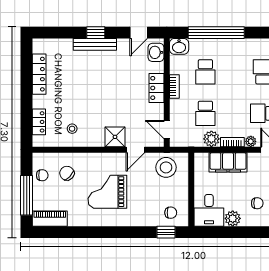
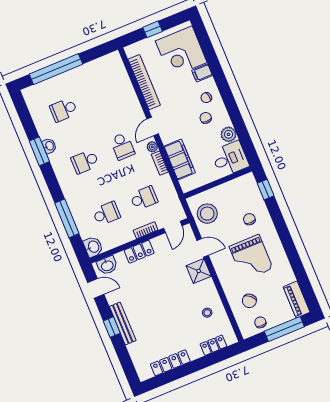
window: (216, 33) -> (67, 218), width x0.68
bookcase: (174, 86) -> (146, 230), moved
plant: (211, 139) -> (165, 183), removed
chair: (171, 213) -> (249, 219), moved

